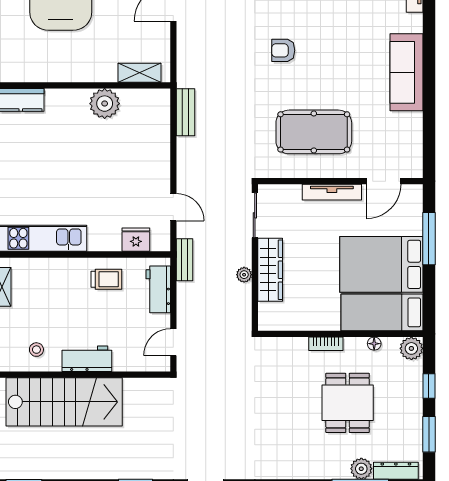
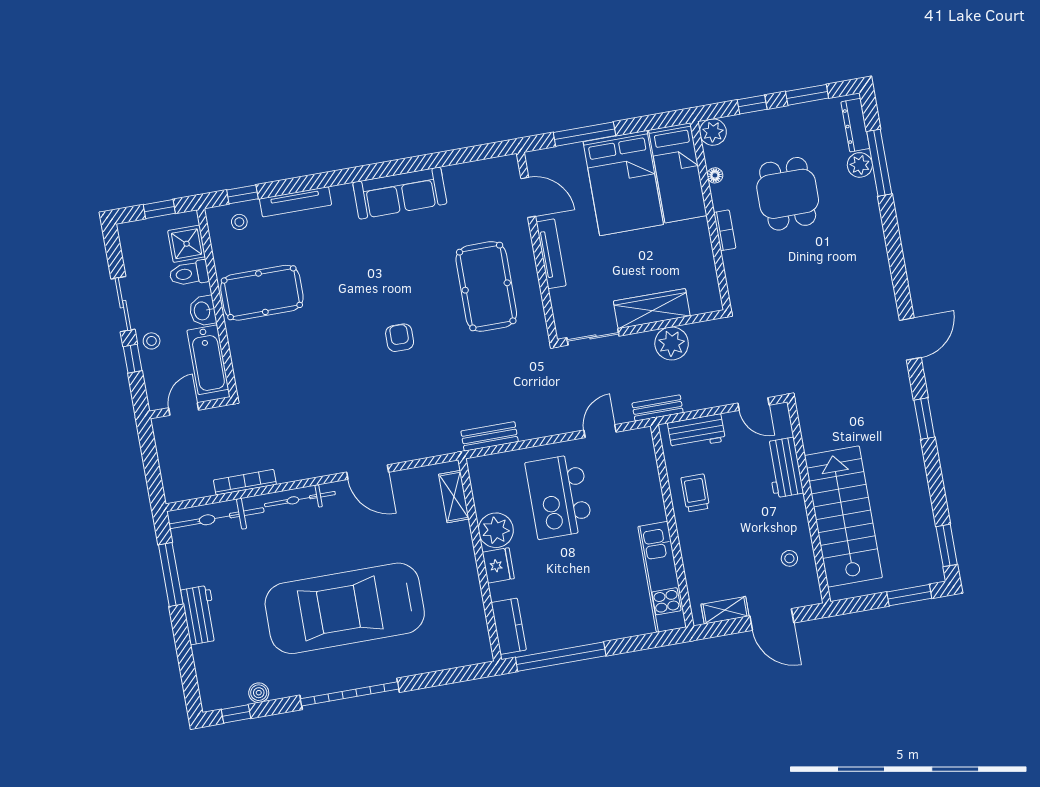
armchair: (283, 50) -> (400, 338), turned 180
kitchen island: (124, 163) -> (559, 496), added
fridge: (136, 240) -> (498, 565), moved, turned 180
plant: (244, 275) -> (672, 343), width x1.88, depth x1.88
workbench: (87, 359) -> (784, 468), moved
dining table: (348, 403) -> (788, 194), turned 90

